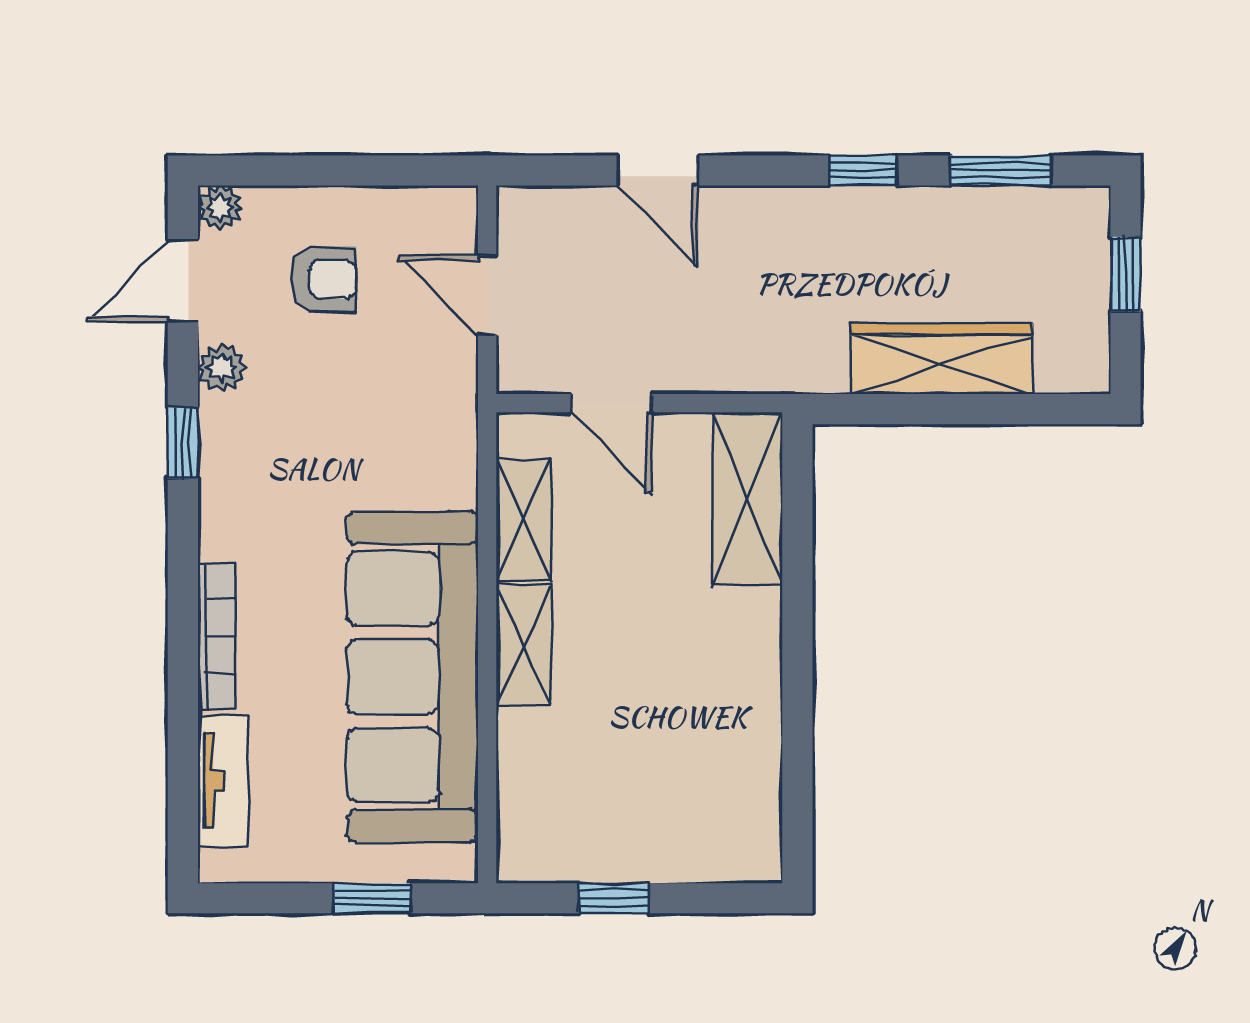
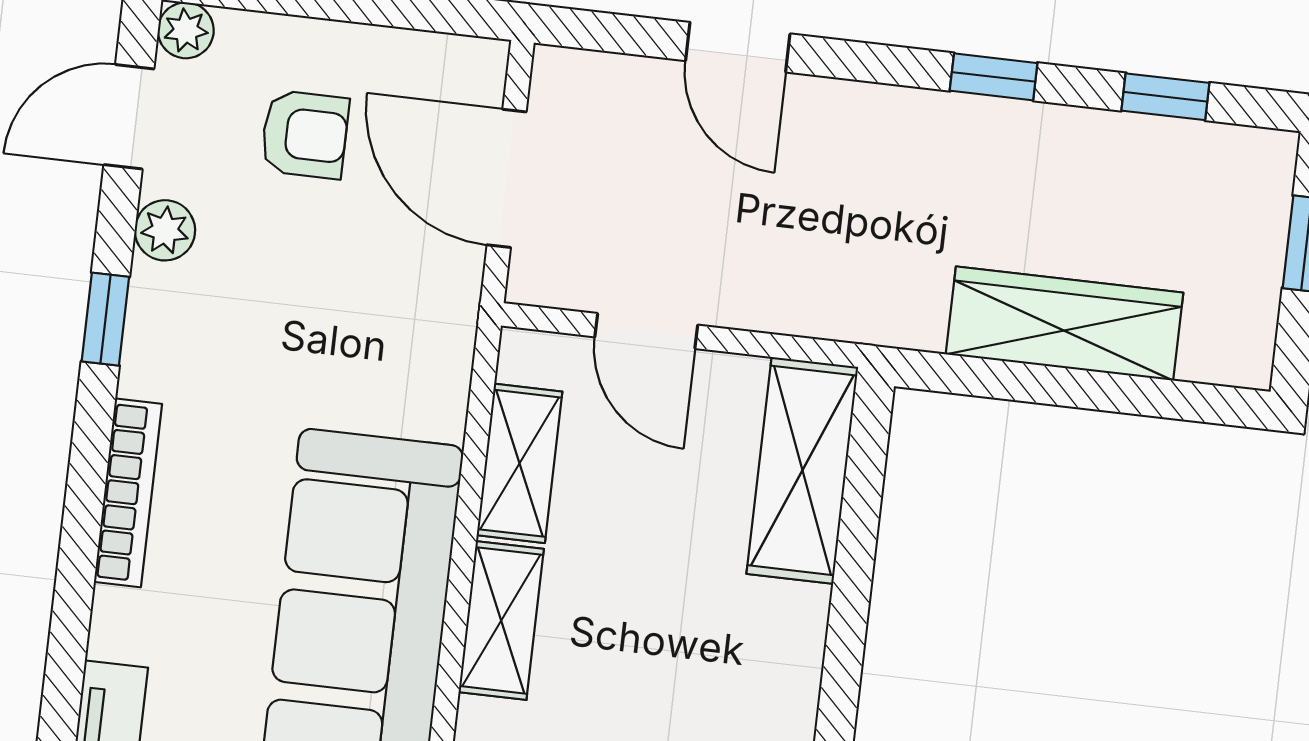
window: (1000, 170) -> (1165, 97), width x0.67
door: (487, 295) -> (507, 178), width x1.38
bookcase: (217, 637) -> (128, 493), moved

